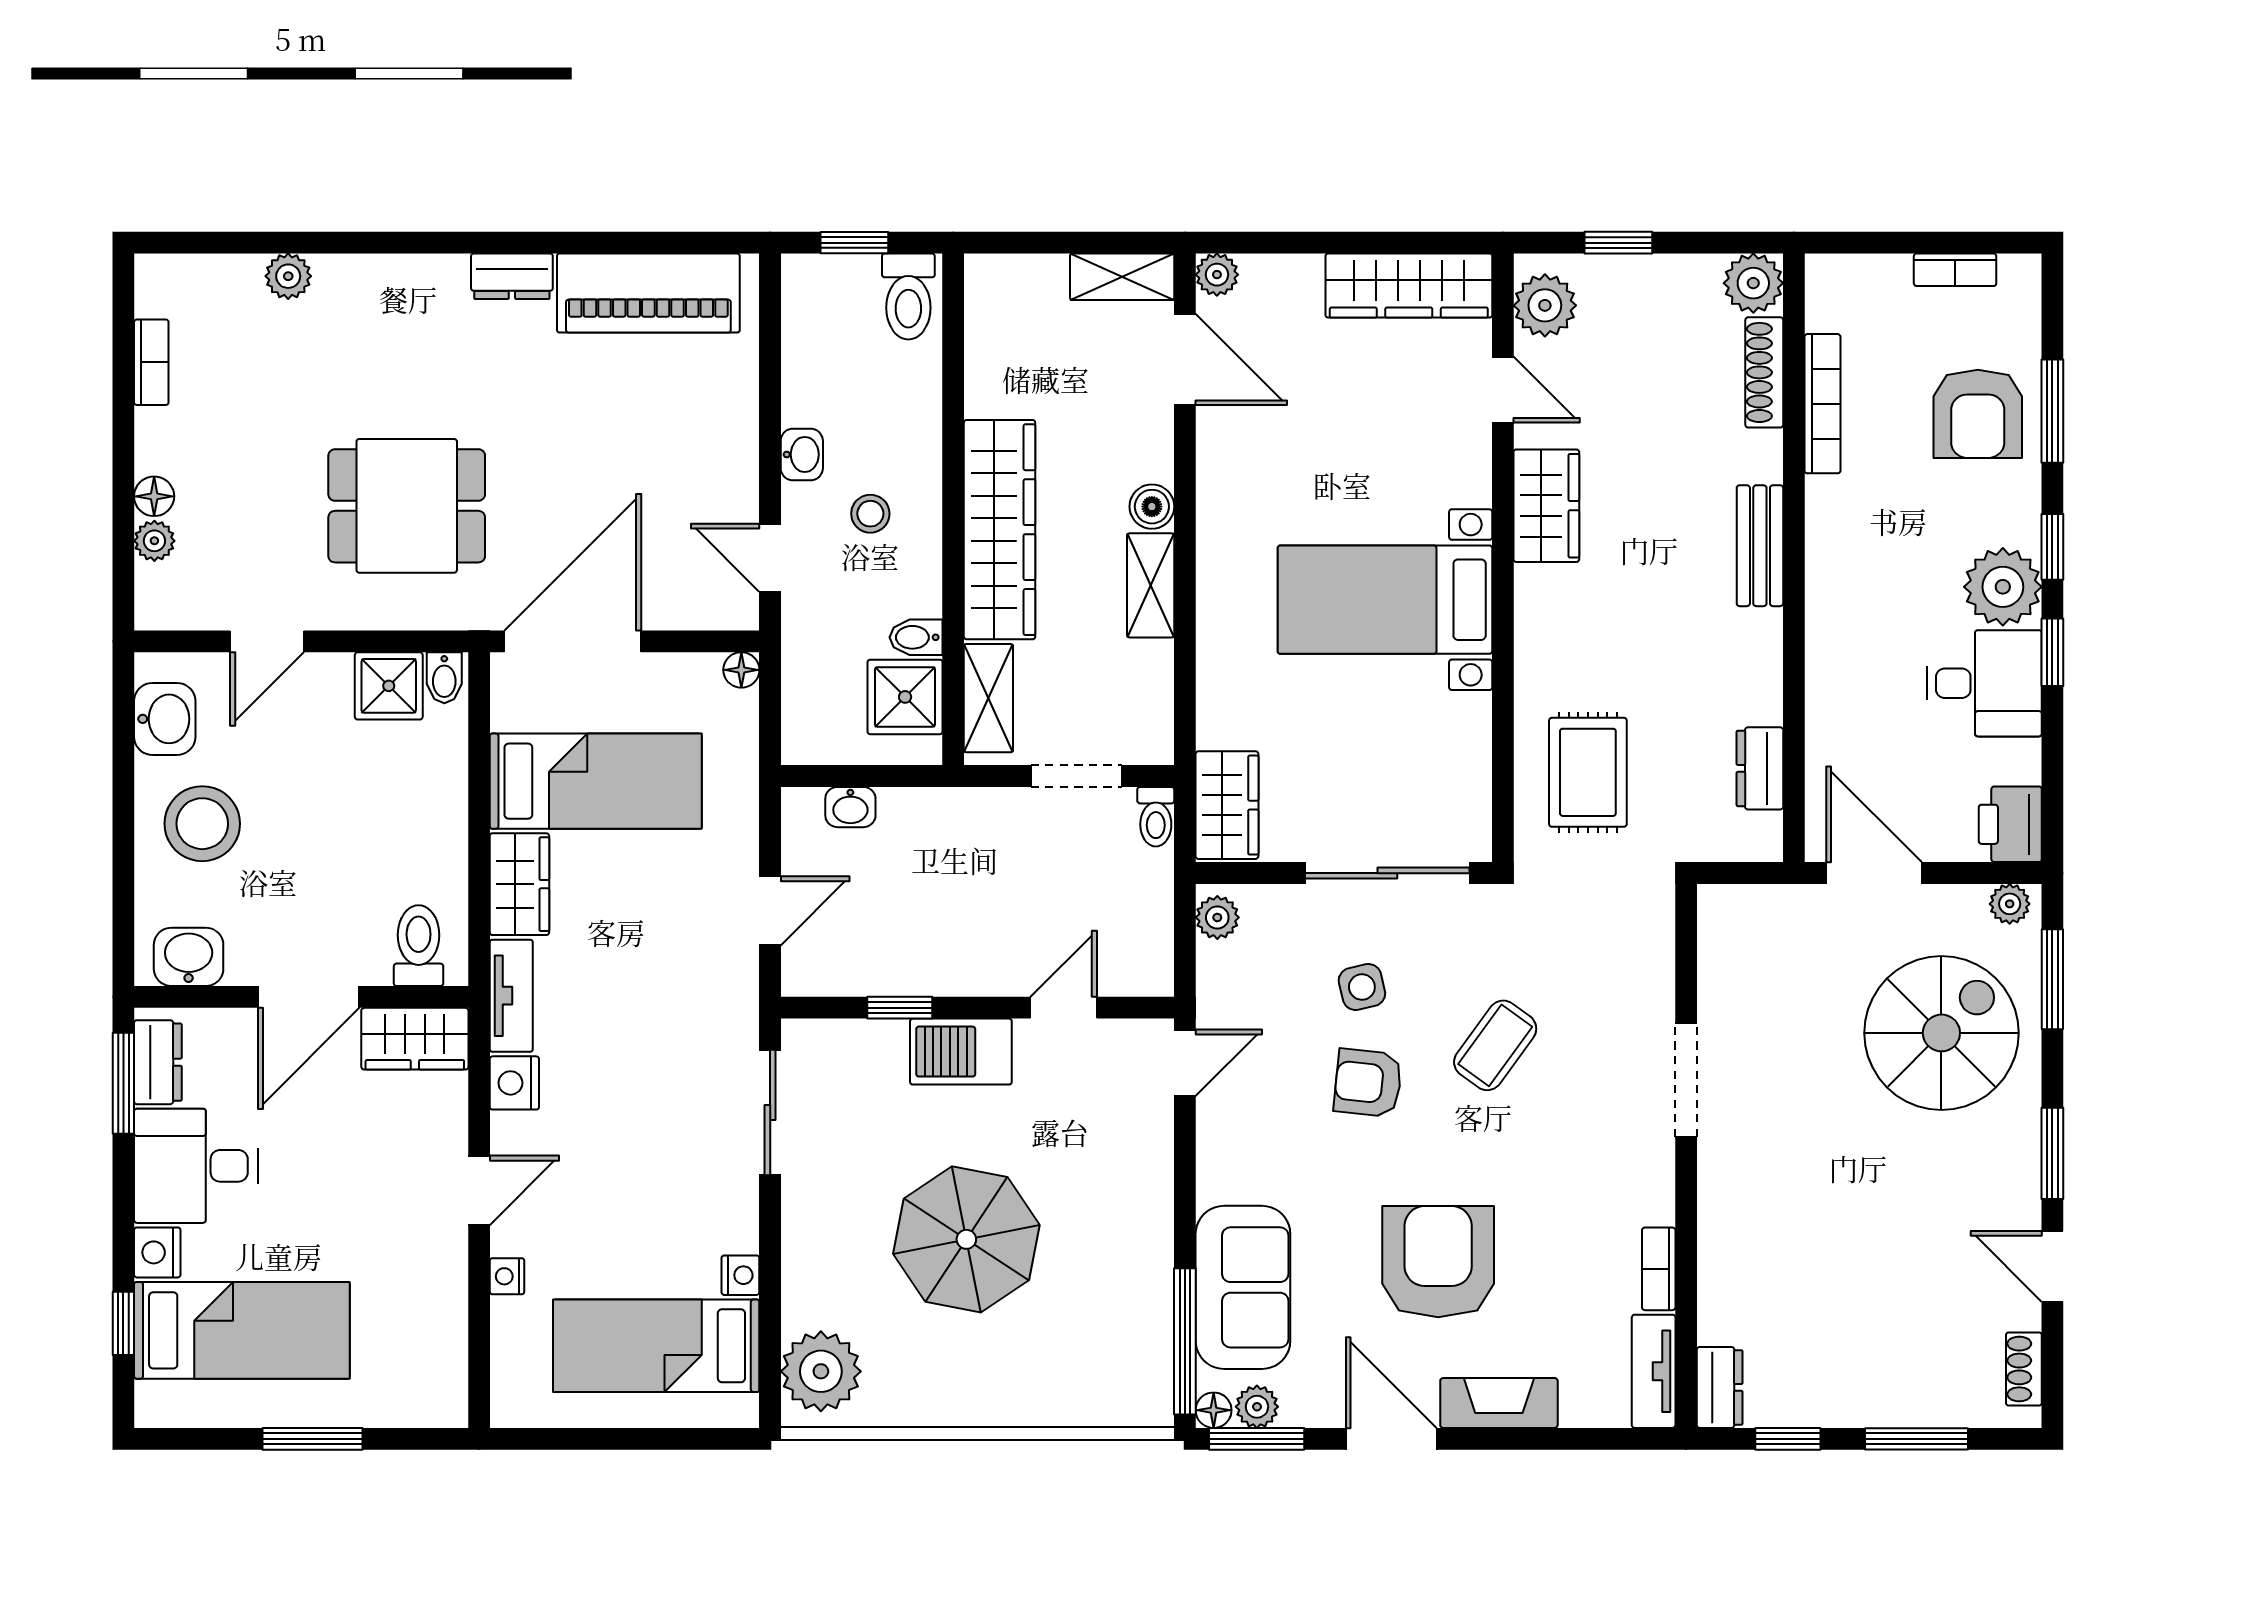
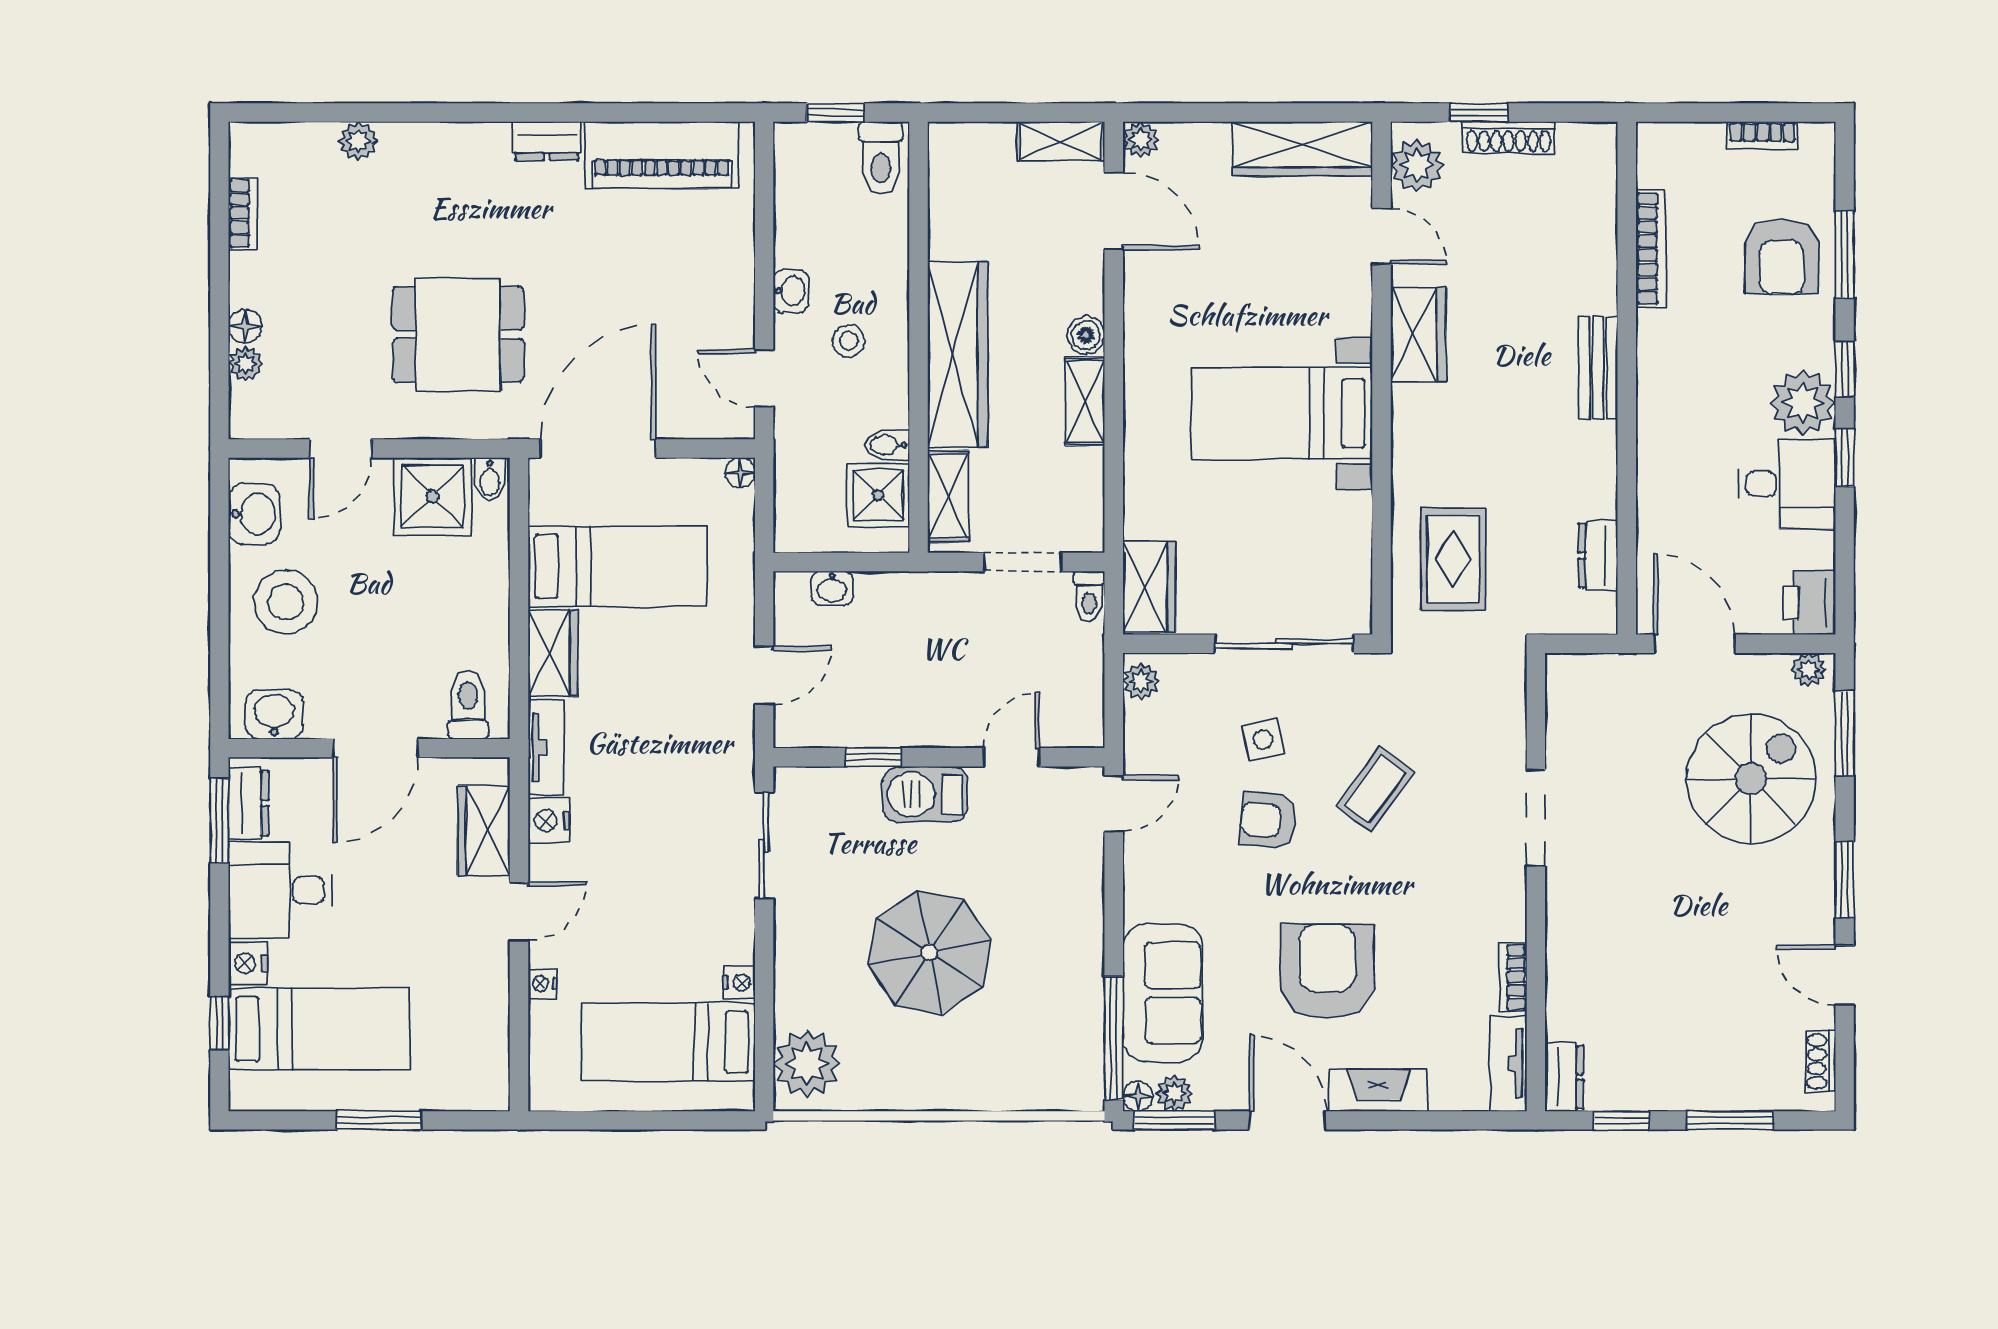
plant: (1753, 283) -> (1593, 147), removed
shoe rack: (1764, 372) -> (1509, 137), moved, turned -90
shower: (389, 686) -> (433, 496), width x1.36, depth x1.36
wardrobe: (415, 1039) -> (484, 831), moved, turned 90

